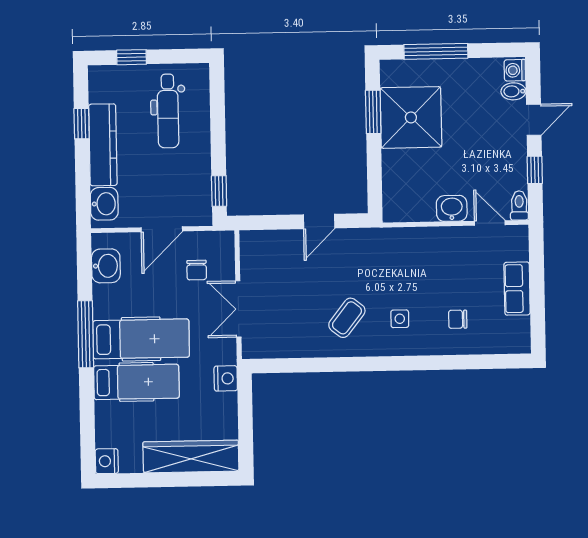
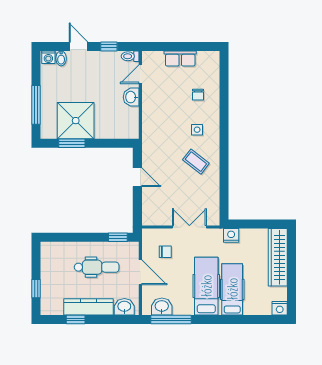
dental chair: (168, 111) -> (97, 267), moved
double door: (238, 309) -> (189, 227), swing flipped
window: (86, 334) -> (171, 320), moved

